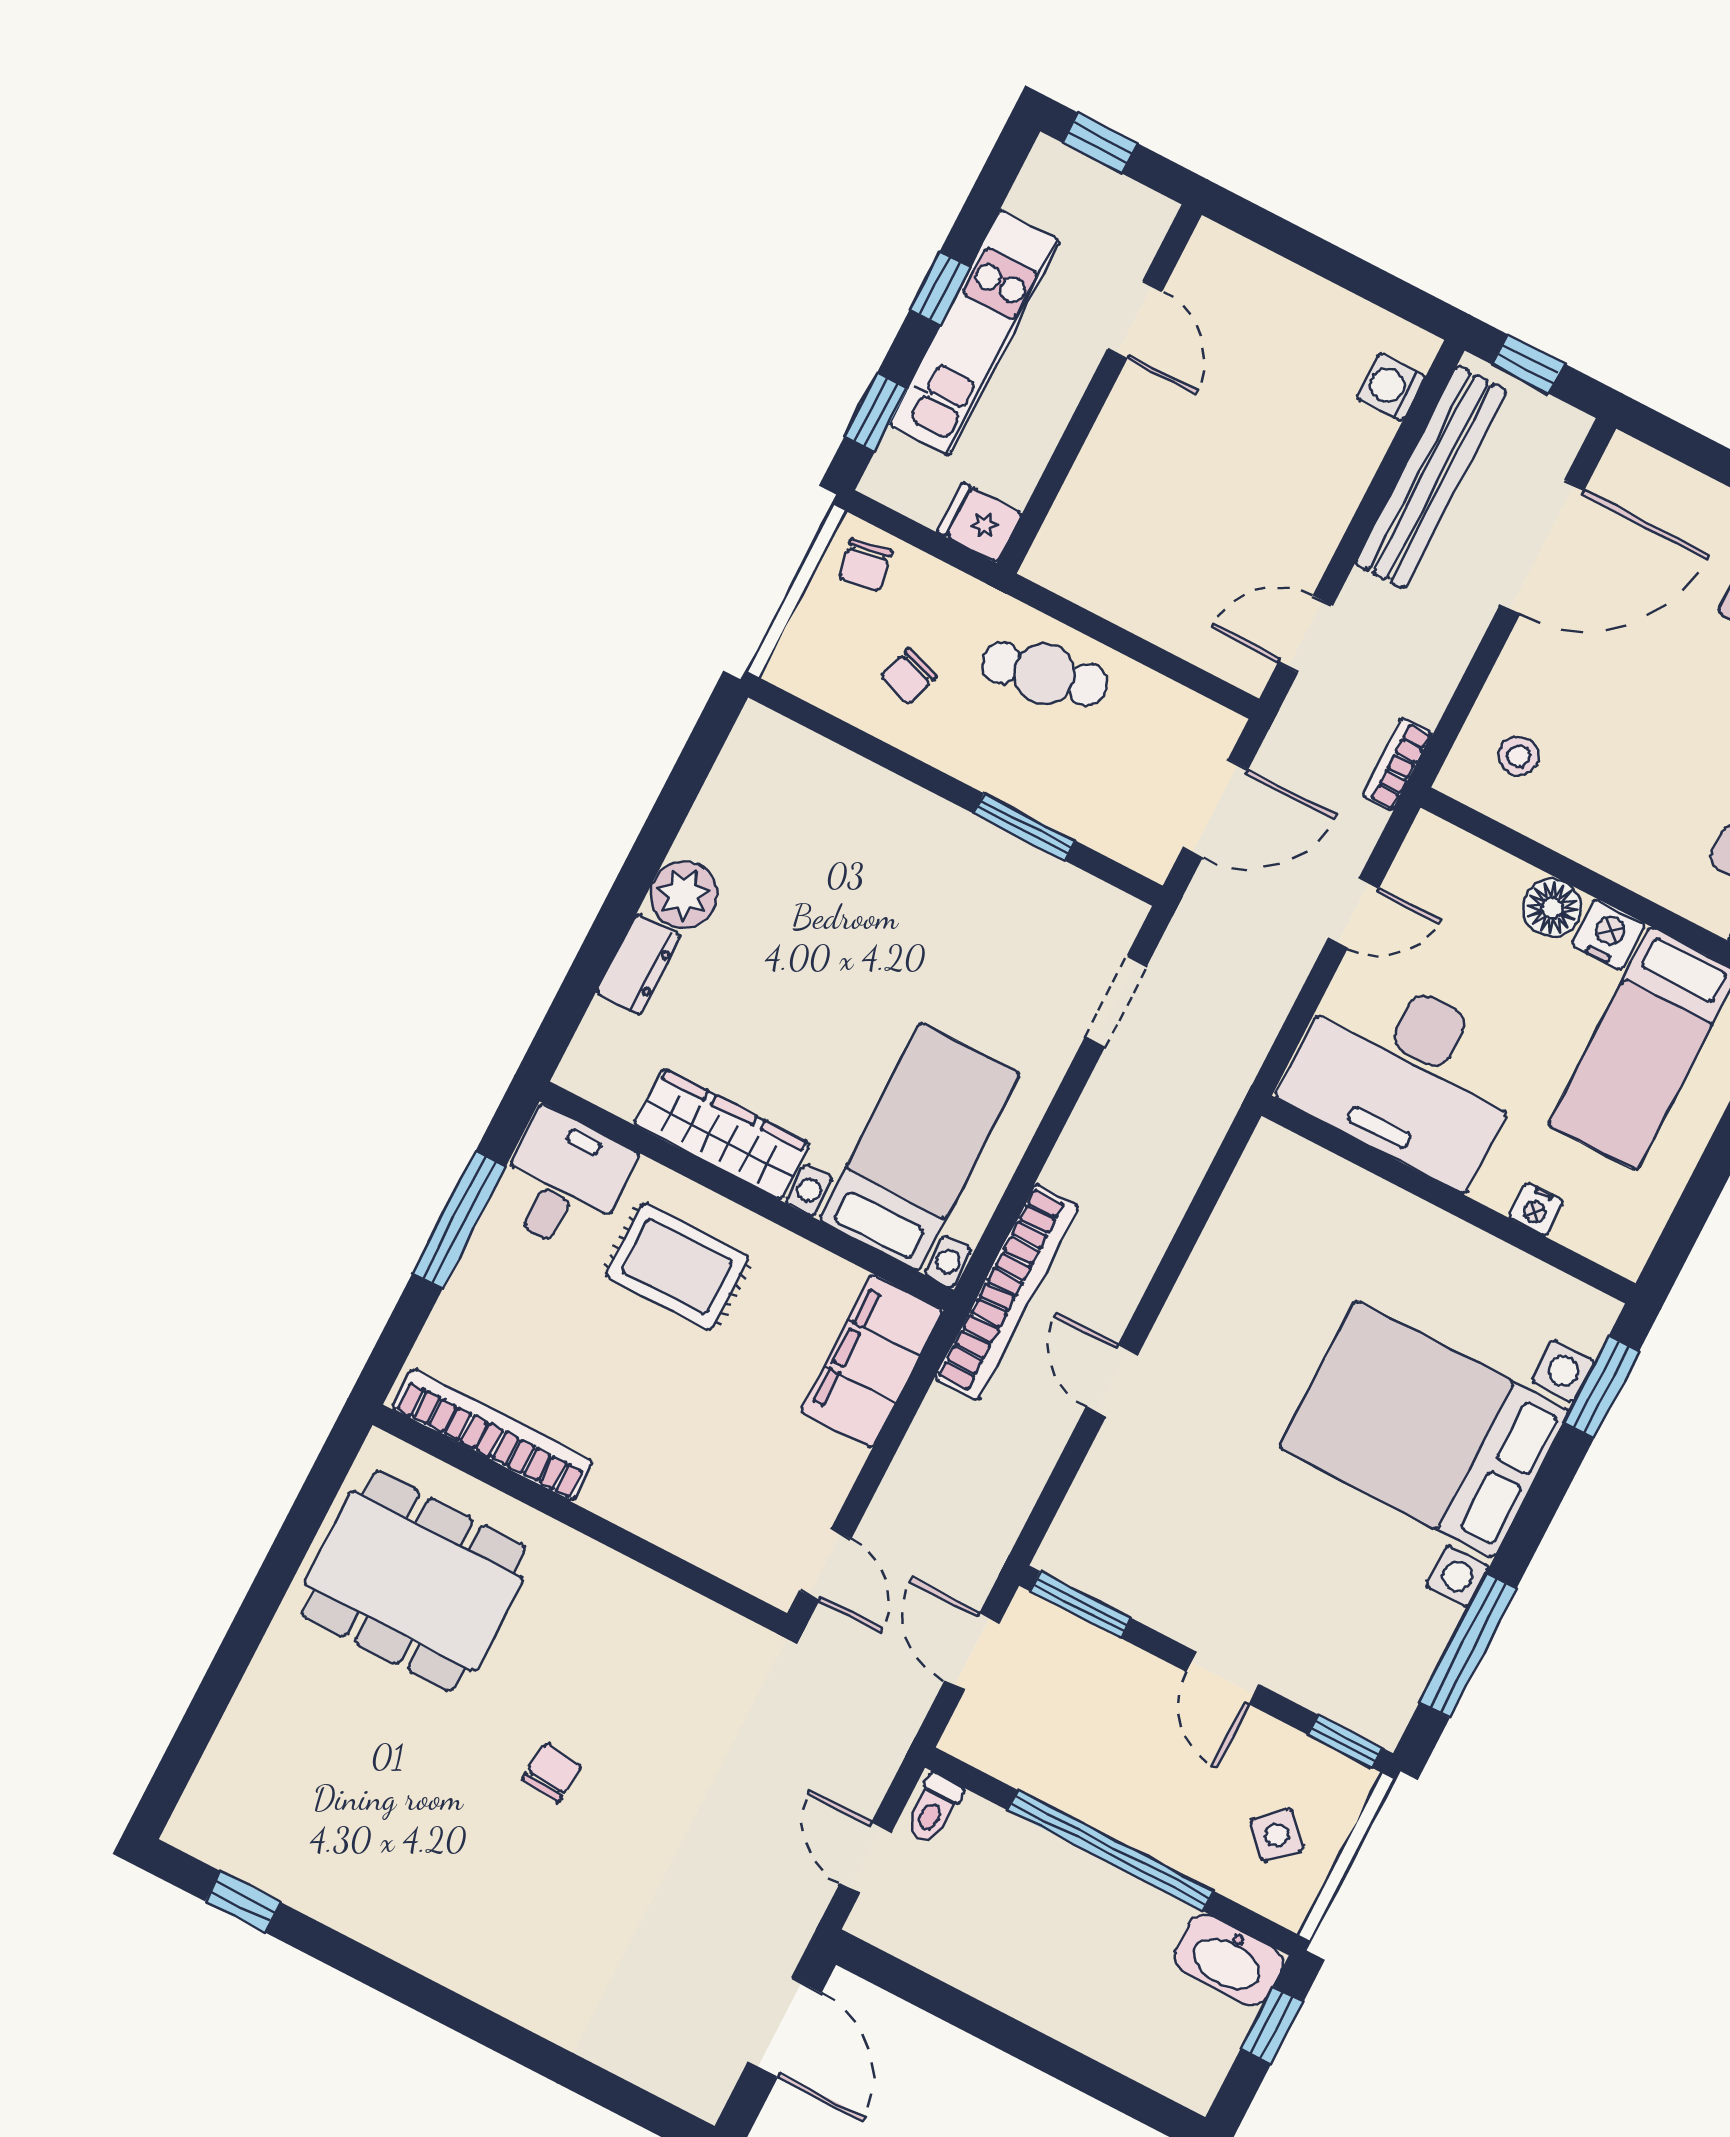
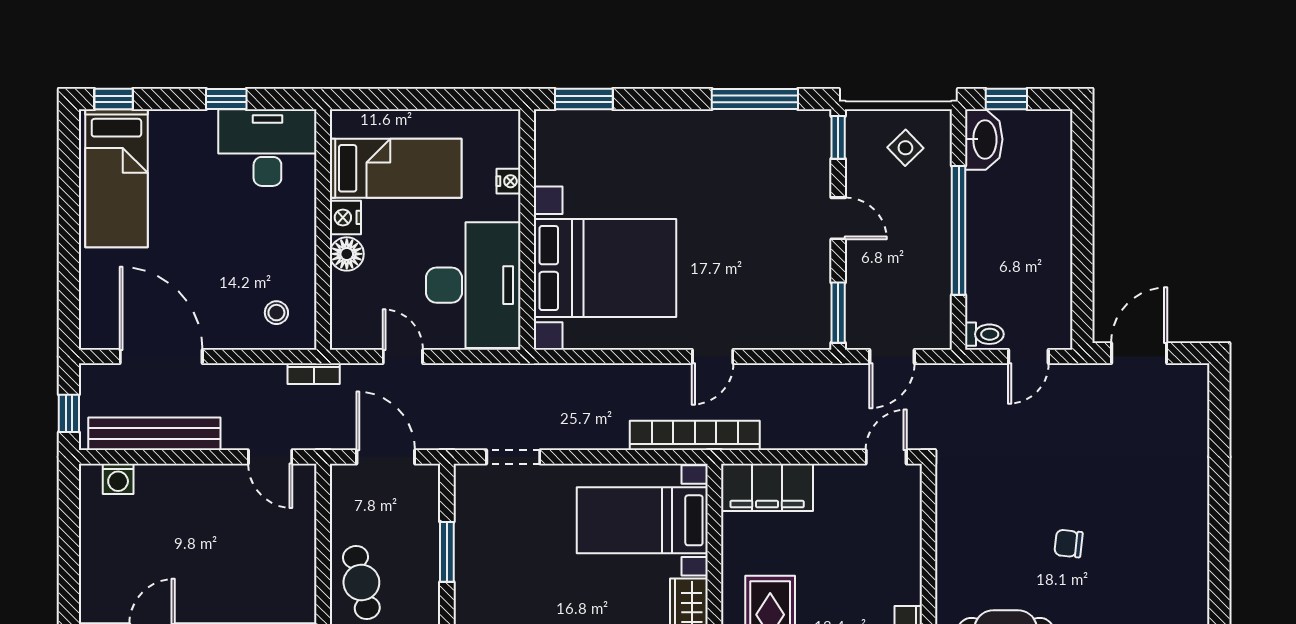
bed with nightstands: (1424, 1429) -> (605, 268), moved, turned -90
door: (1223, 1678) -> (838, 218), hinge flipped

